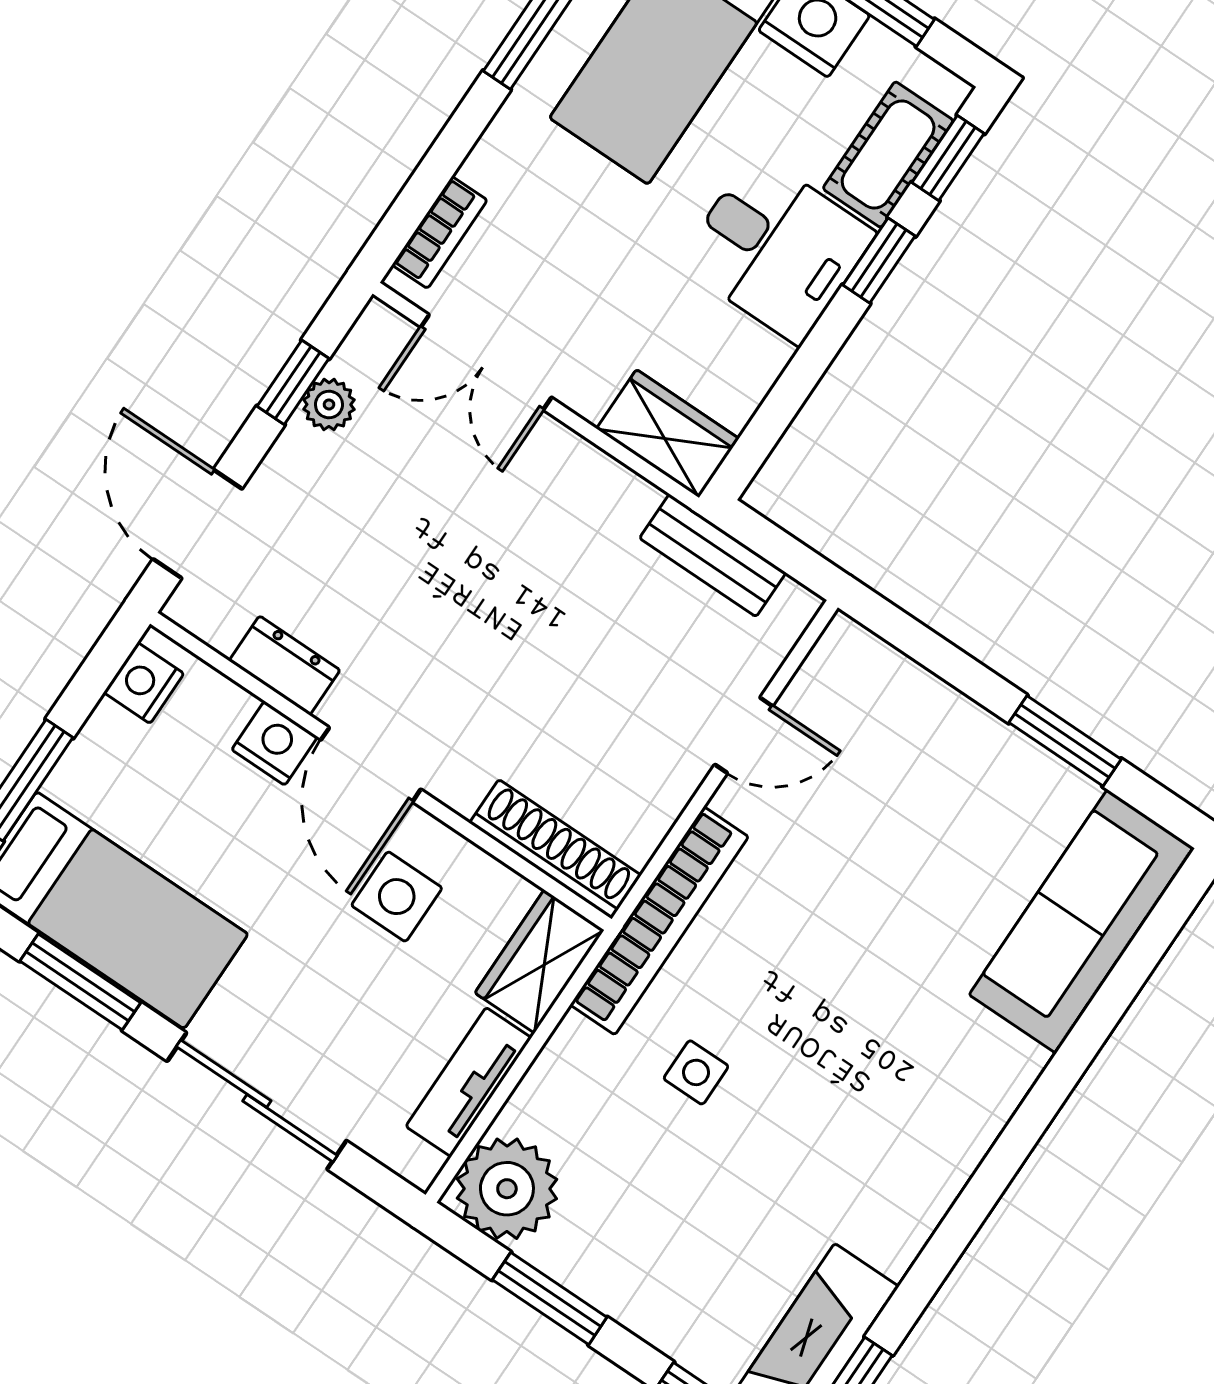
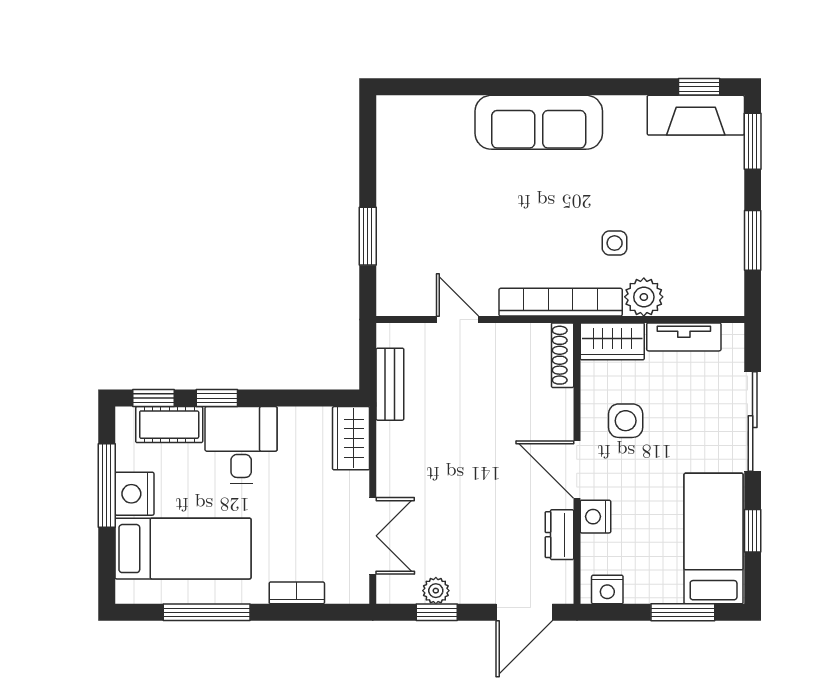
bookcase: (440, 232) -> (297, 593), moved
window: (1065, 741) -> (368, 236), moved
door: (371, 765) -> (577, 470), swing flipped
shoe rack: (555, 849) -> (563, 355), width x0.74, depth x0.81
sofa: (1082, 922) -> (539, 122), moved
window: (80, 982) -> (753, 531), width x0.67
plant: (507, 1189) -> (644, 297), moved, width x0.73, depth x0.73

